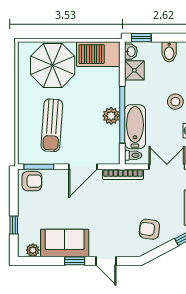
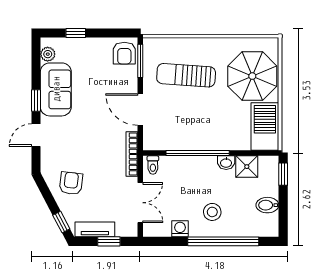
washbasin: (131, 52) -> (226, 163), moved
plant: (111, 116) -> (196, 141), removed
bathtub: (135, 127) -> (184, 167), removed

